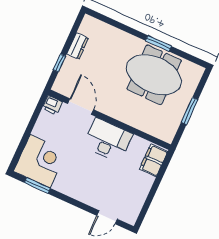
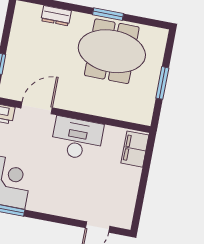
dresser: (78, 46) -> (56, 16), moved, turned 90
door: (81, 107) -> (37, 108), hinge flipped

